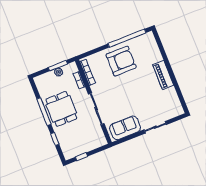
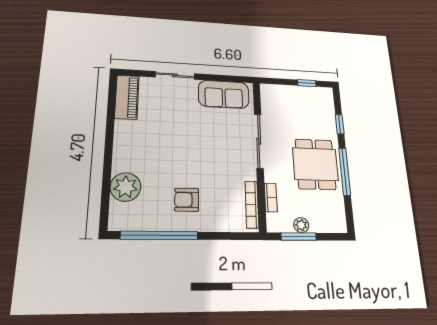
plant: (153, 55) -> (126, 187), added
armchair: (121, 61) -> (187, 200), width x0.53, depth x0.53
piano: (163, 75) -> (127, 97), moved

